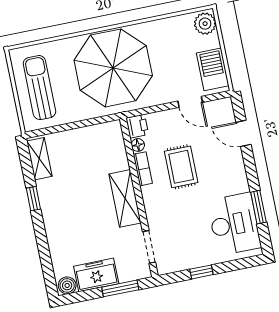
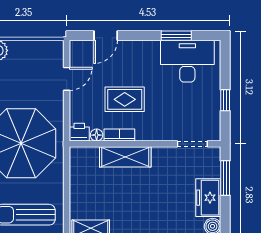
barbecue: (213, 69) -> (41, 52), removed
shelving: (125, 198) -> (125, 157), moved

